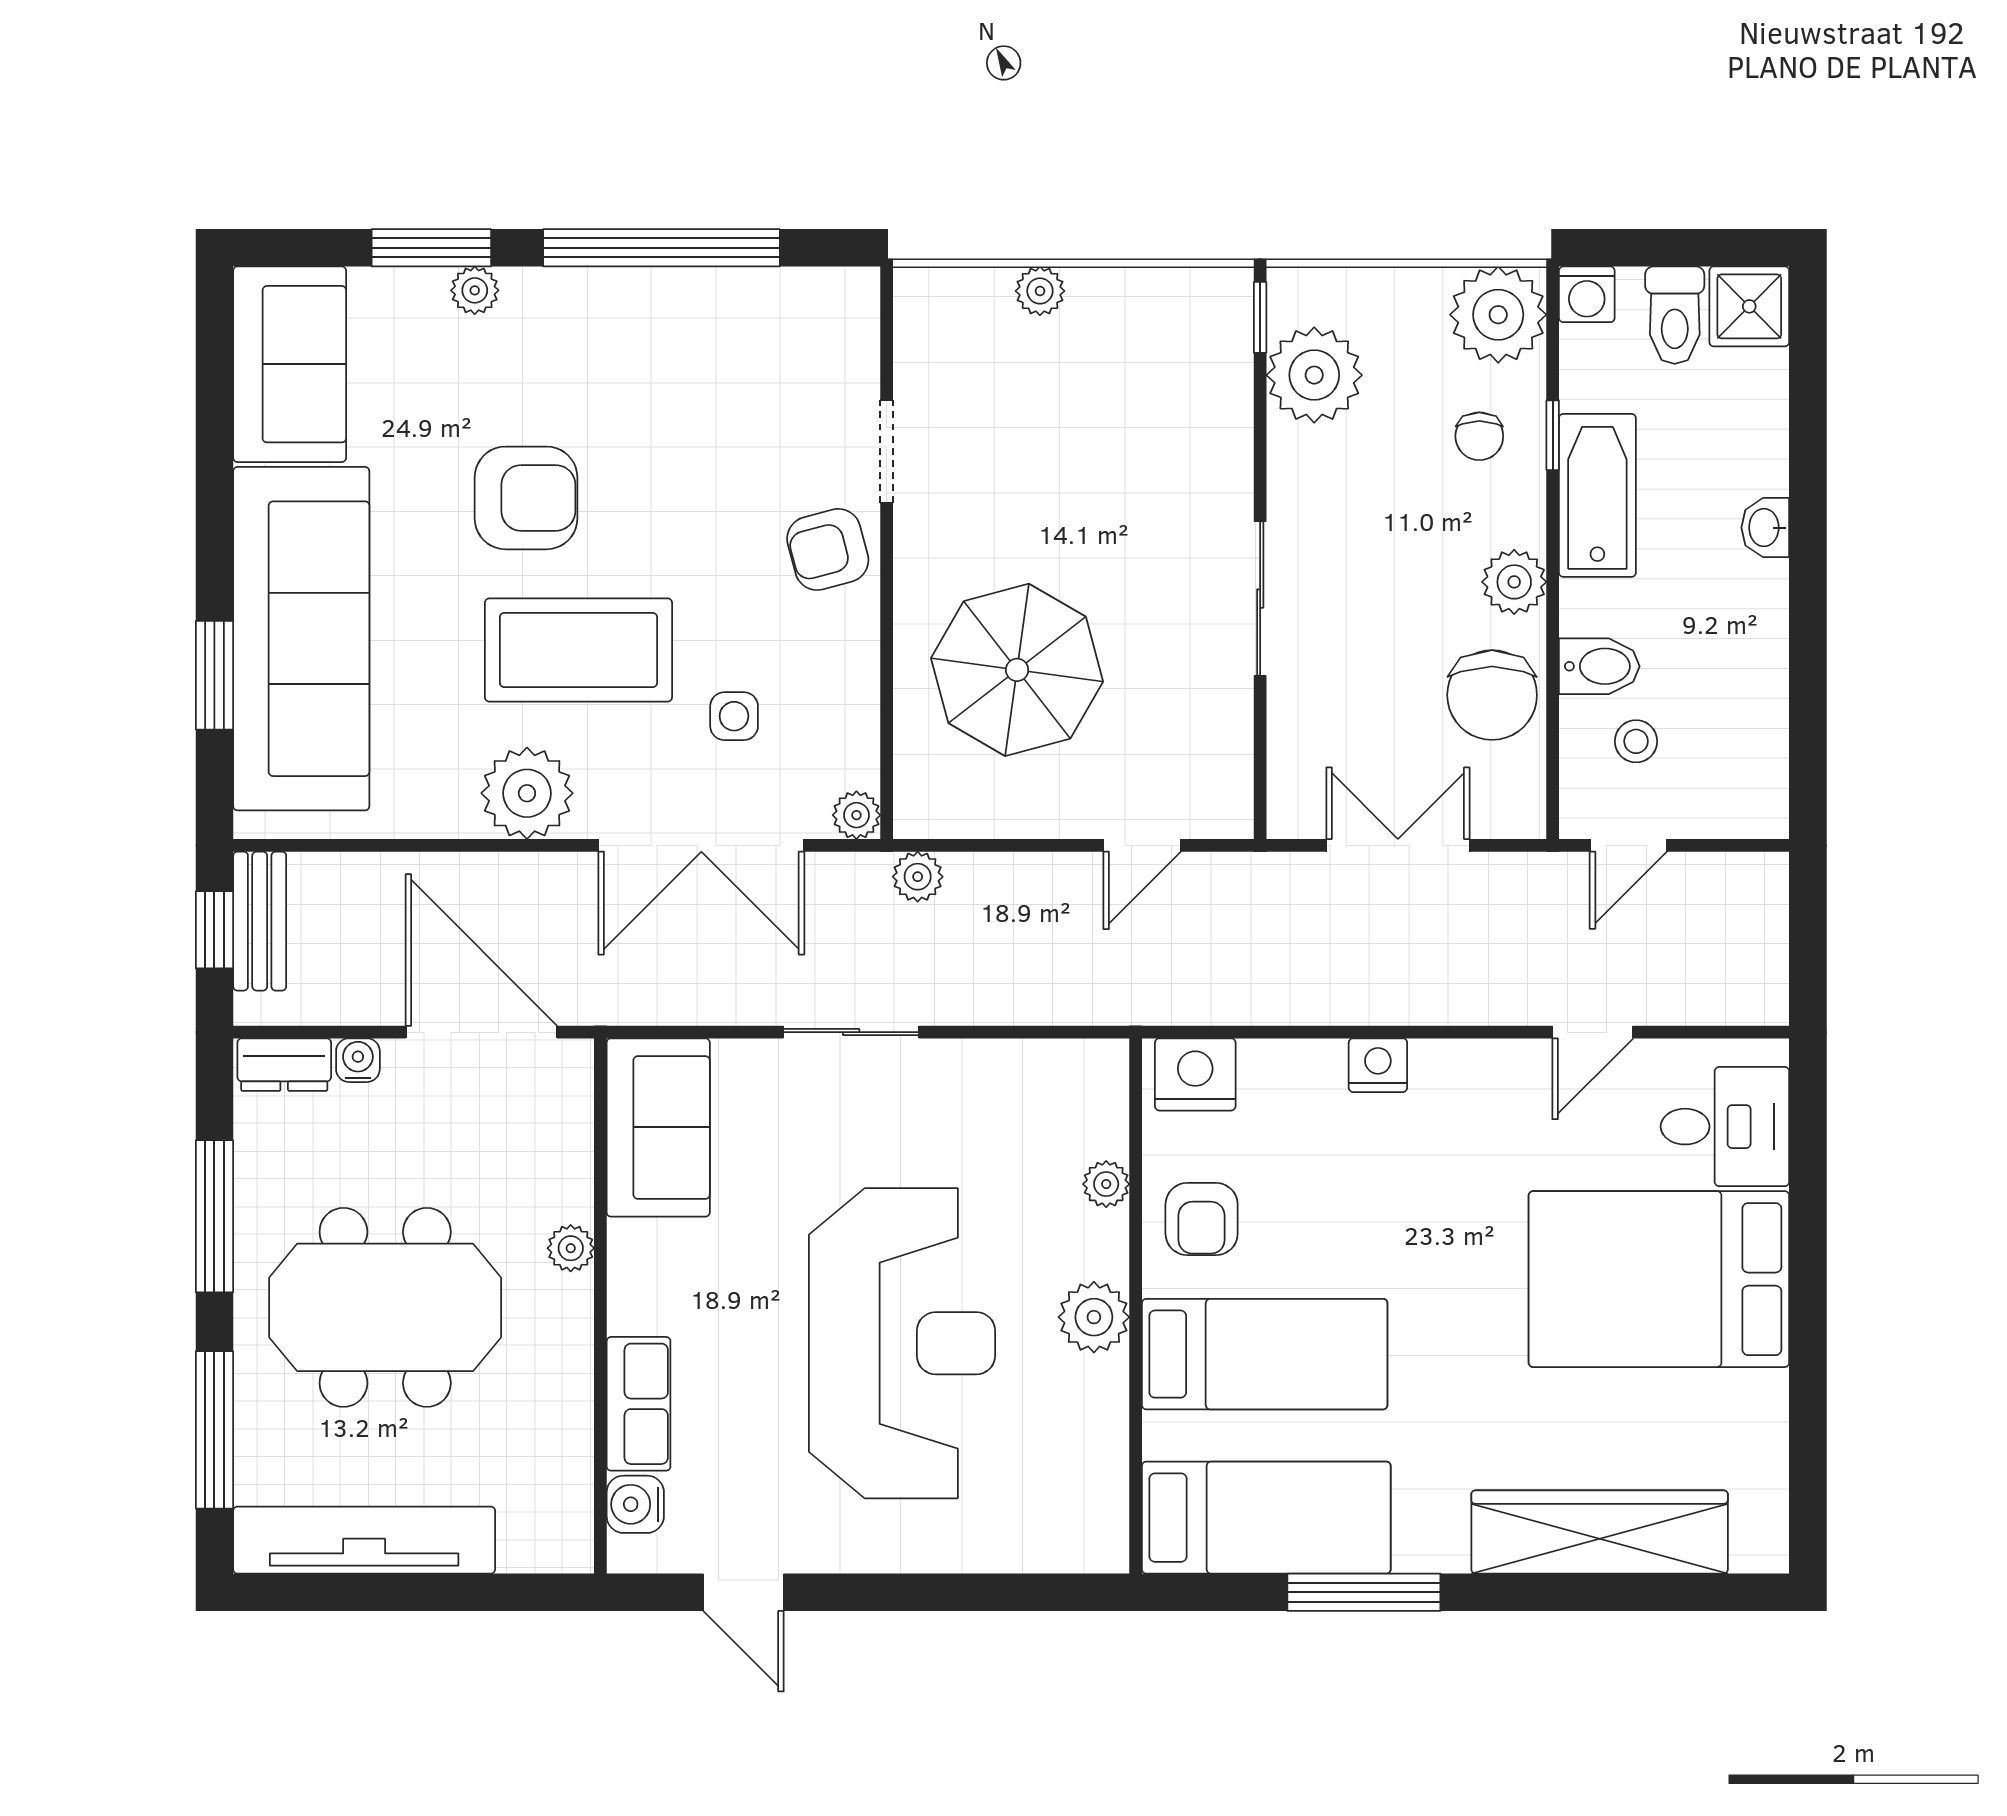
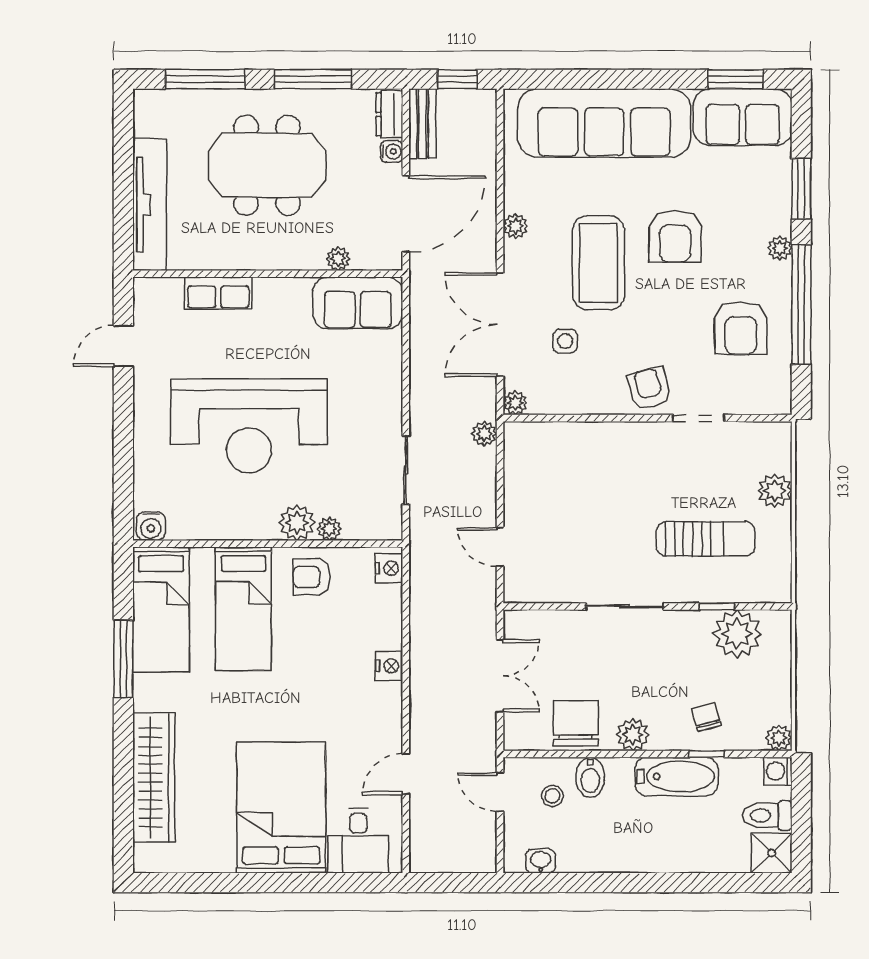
plant: (475, 290) -> (780, 248), moved
plant: (1040, 291) -> (775, 491), width x1.38, depth x1.38
plant: (1498, 315) -> (779, 738), width x0.53, depth x0.53
window: (1260, 317) -> (717, 606), moved
armchair: (708, 368) -> (741, 328), added
chair: (1479, 436) -> (706, 717), turned 75
sun lounger: (1126, 437) -> (706, 539), added
washbasin: (1765, 528) -> (541, 861), moved
parasol: (1017, 670) -> (588, 484), removed
window: (214, 675) -> (736, 79), moved
chair: (1492, 695) -> (576, 723), turned 90
plant: (527, 793) -> (515, 226), width x0.53, depth x0.53
bench: (260, 921) -> (422, 124), moved, turned 90
sliding door: (851, 1032) -> (406, 470), moved
door: (1593, 1032) -> (406, 774), hinge flipped
nightstand: (1195, 1074) -> (389, 568), width x0.74, depth x0.75
plant: (571, 1248) -> (338, 259), moved
meeting table: (385, 1307) -> (267, 165), turned 90
plant: (1094, 1317) -> (297, 523), moved
water cooler: (635, 1504) -> (151, 526), moved, turned 180
tv unit: (364, 1540) -> (150, 205), moved

